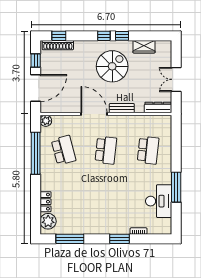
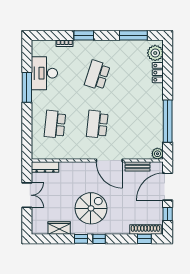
spiral stairs: (112, 66) -> (91, 208), turned 180
bench: (122, 108) -> (137, 166), moved
school desk: (64, 150) -> (97, 75), moved, turned 33

